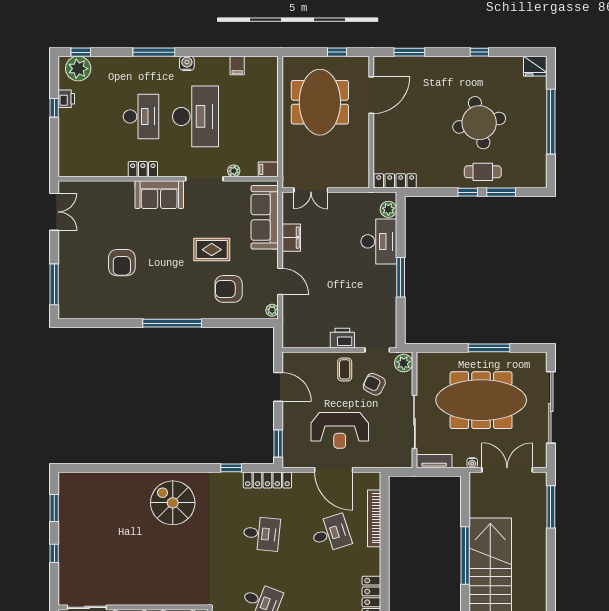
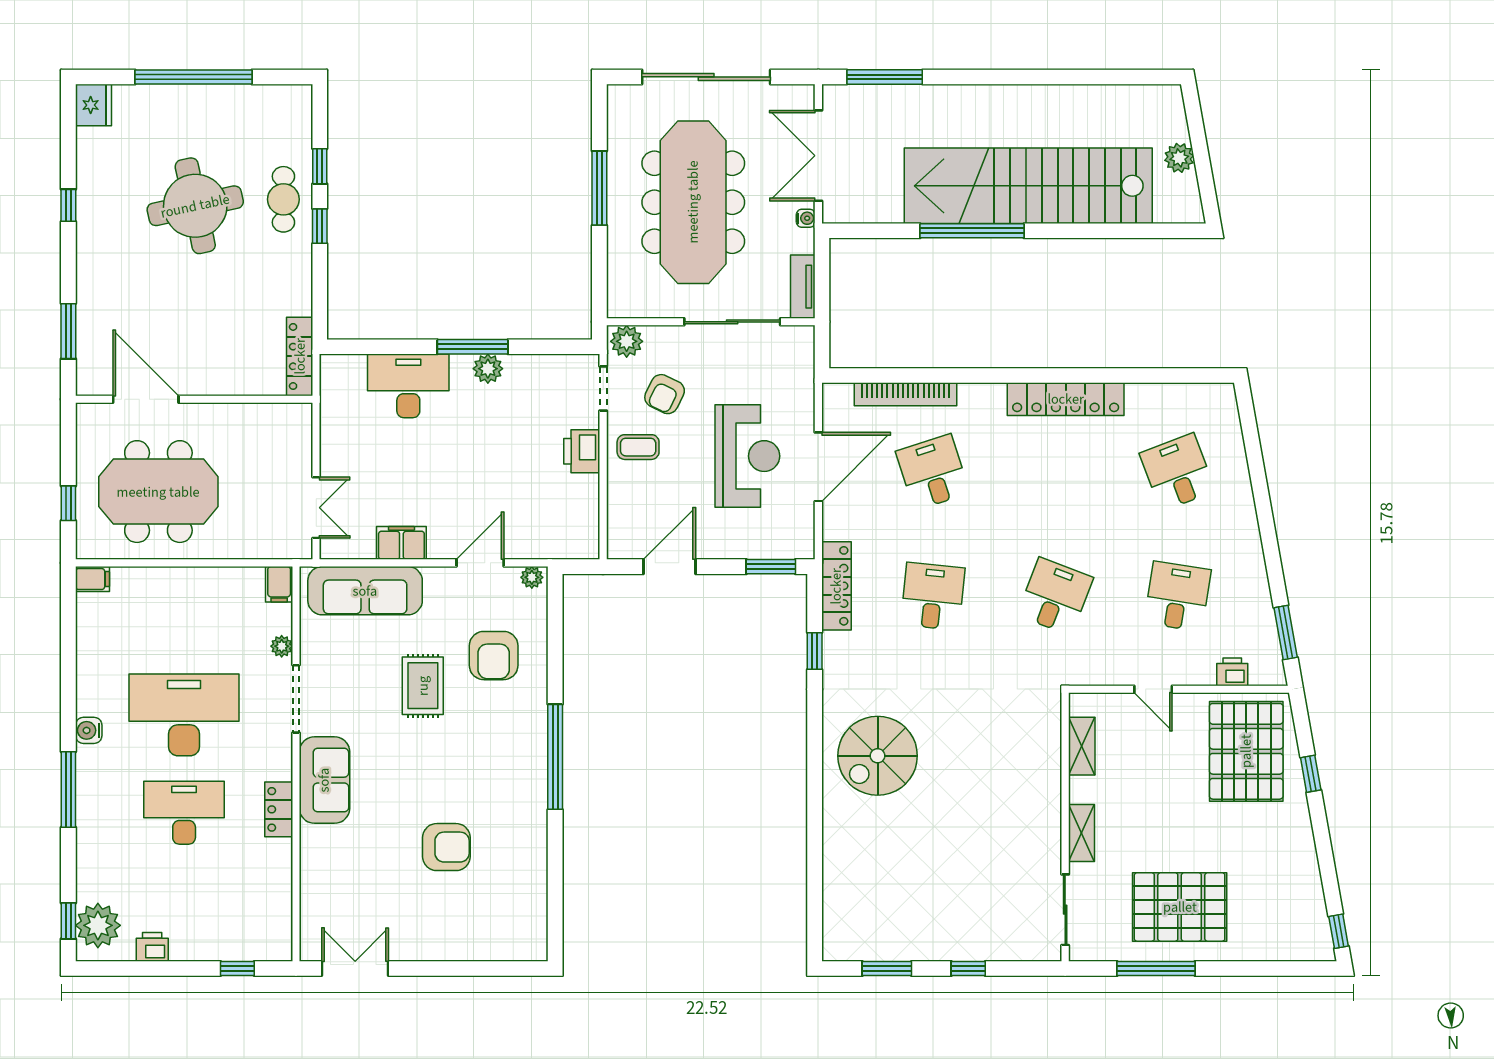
window: (337, 52) -> (68, 503), moved
filing cabinet: (237, 65) -> (92, 579), moved
window: (54, 108) -> (237, 968), moved
window: (501, 192) -> (320, 166), width x0.67
plant: (388, 209) -> (488, 369), moved
window: (54, 284) -> (485, 968), removed

